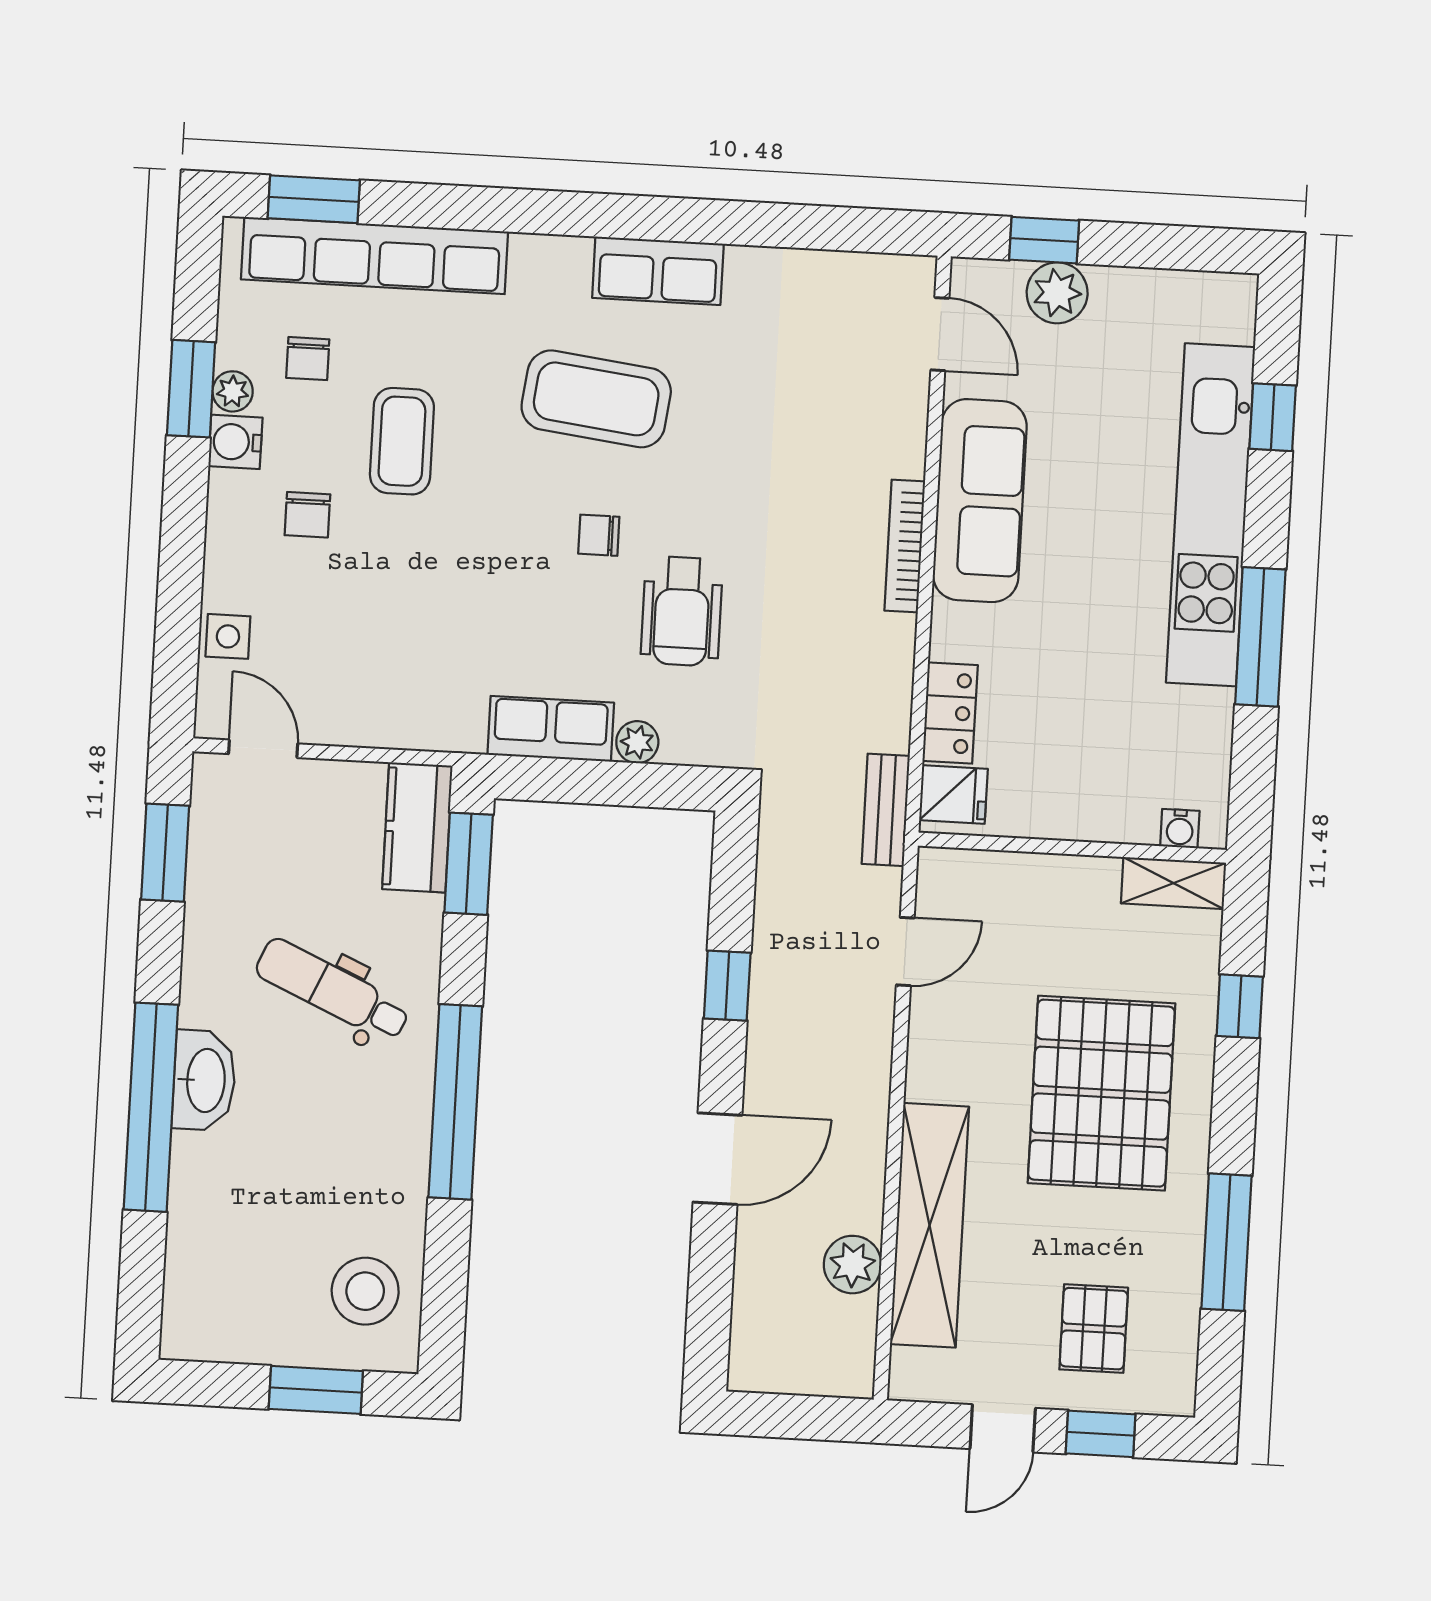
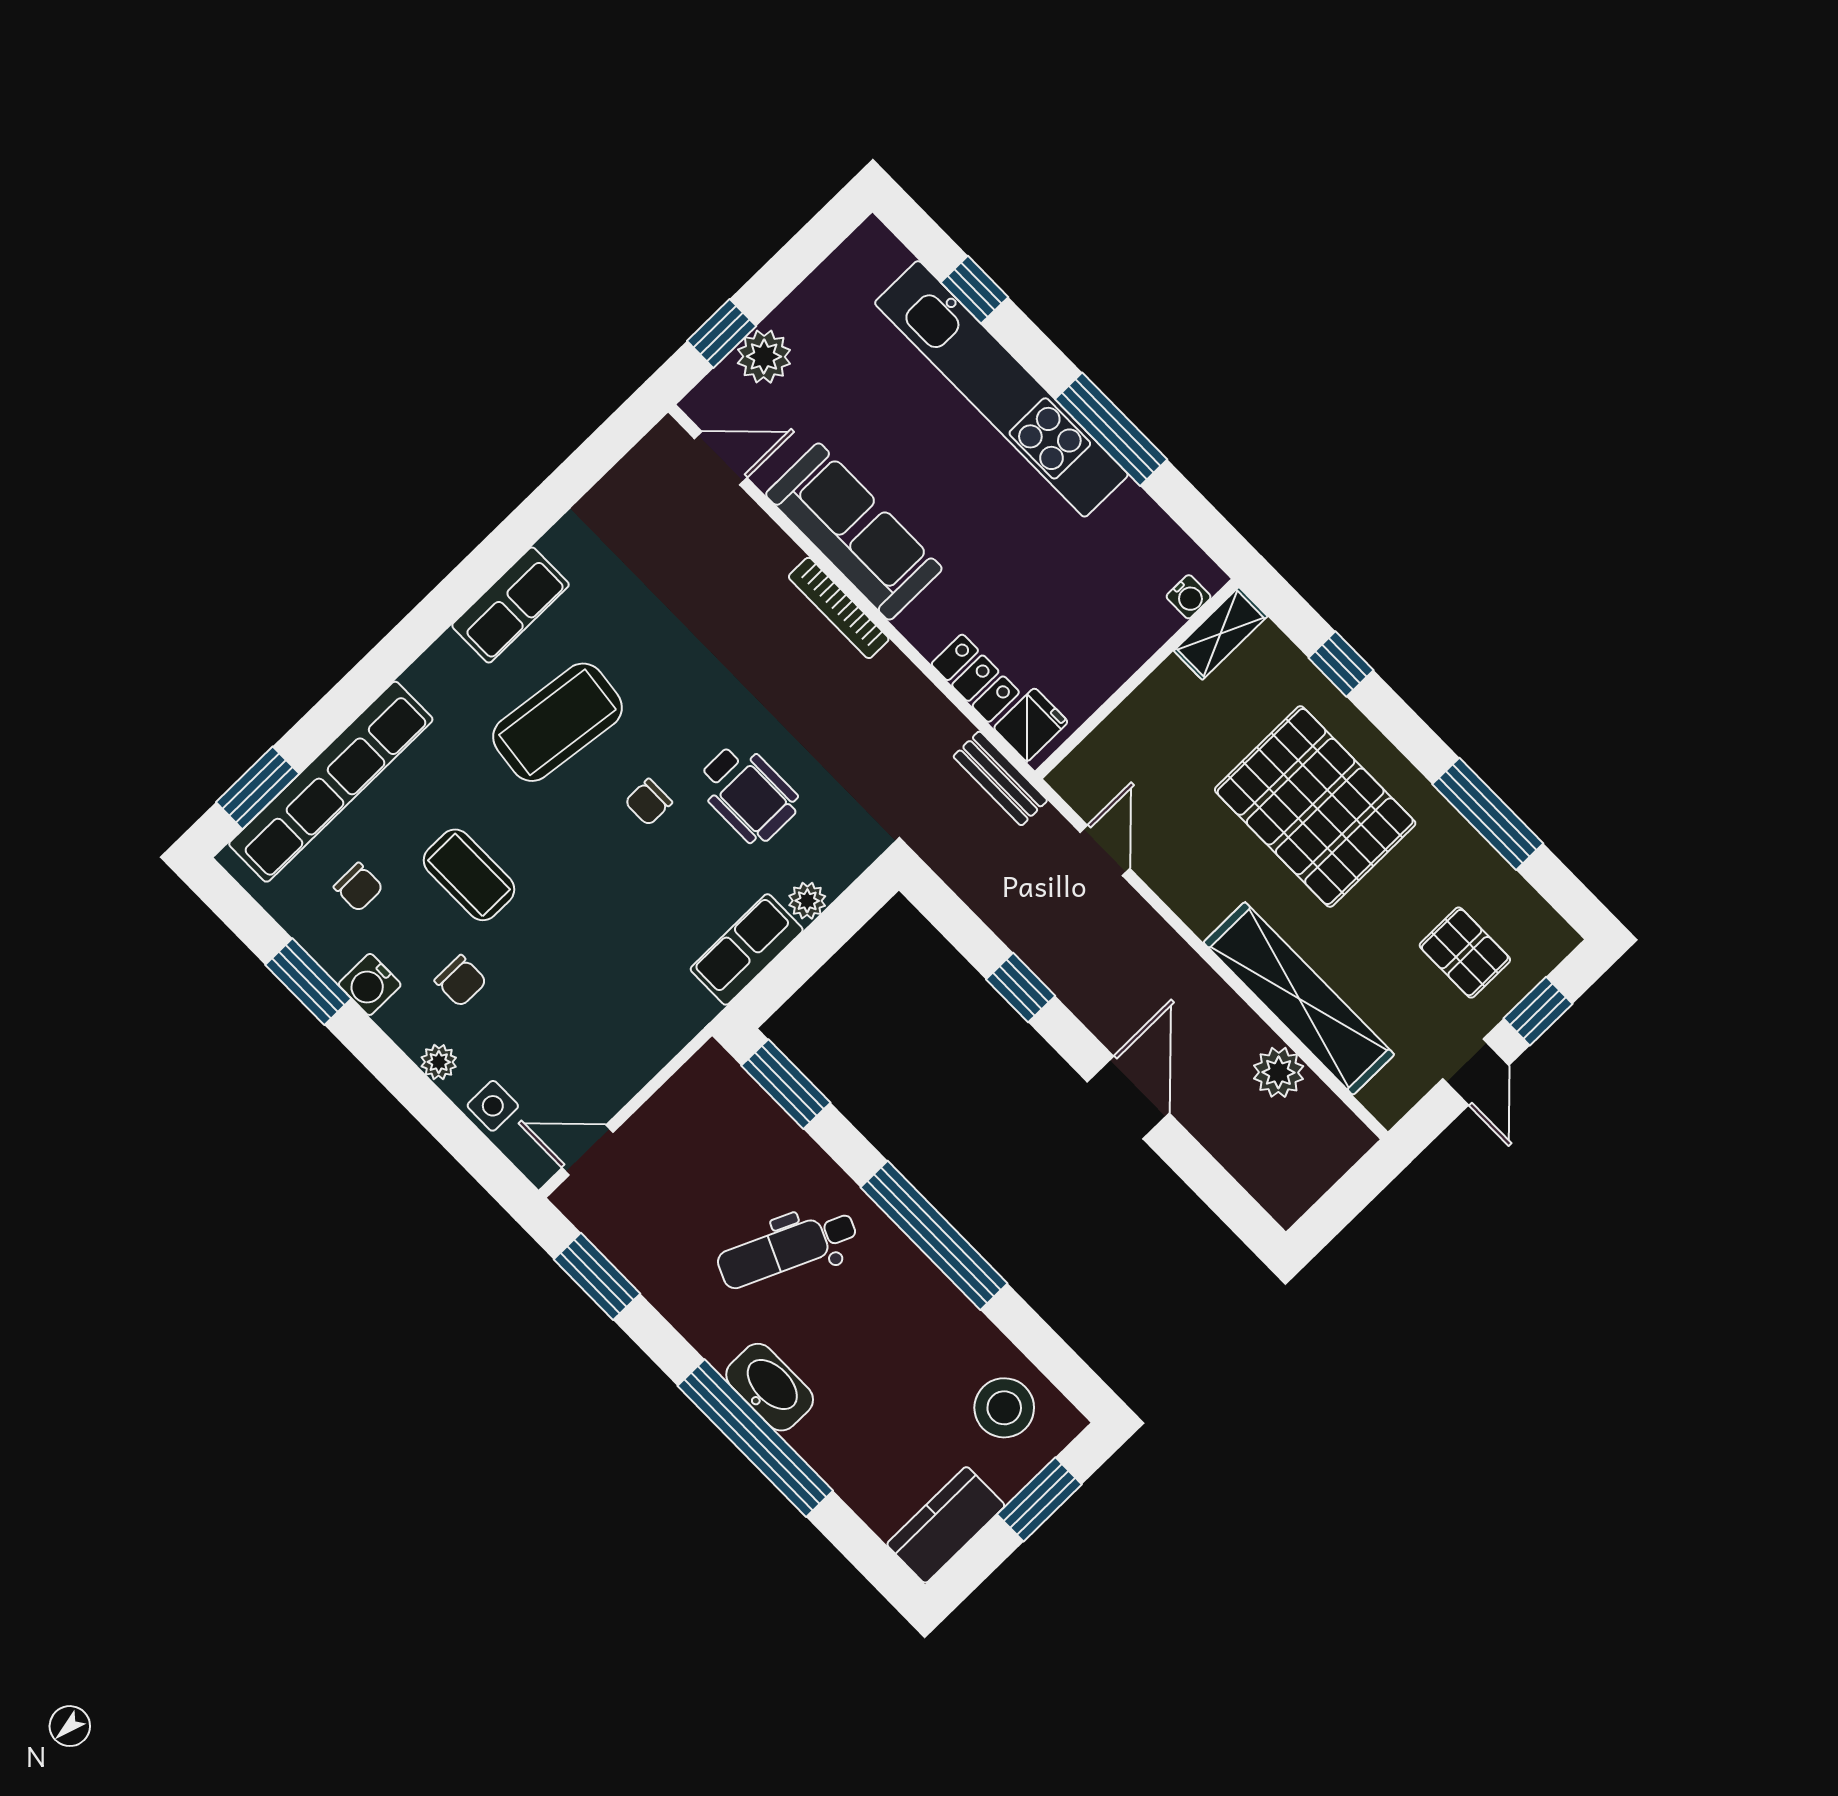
plant: (233, 391) -> (439, 1062), moved
kitchen counter: (417, 827) -> (946, 1525), moved, turned 90

